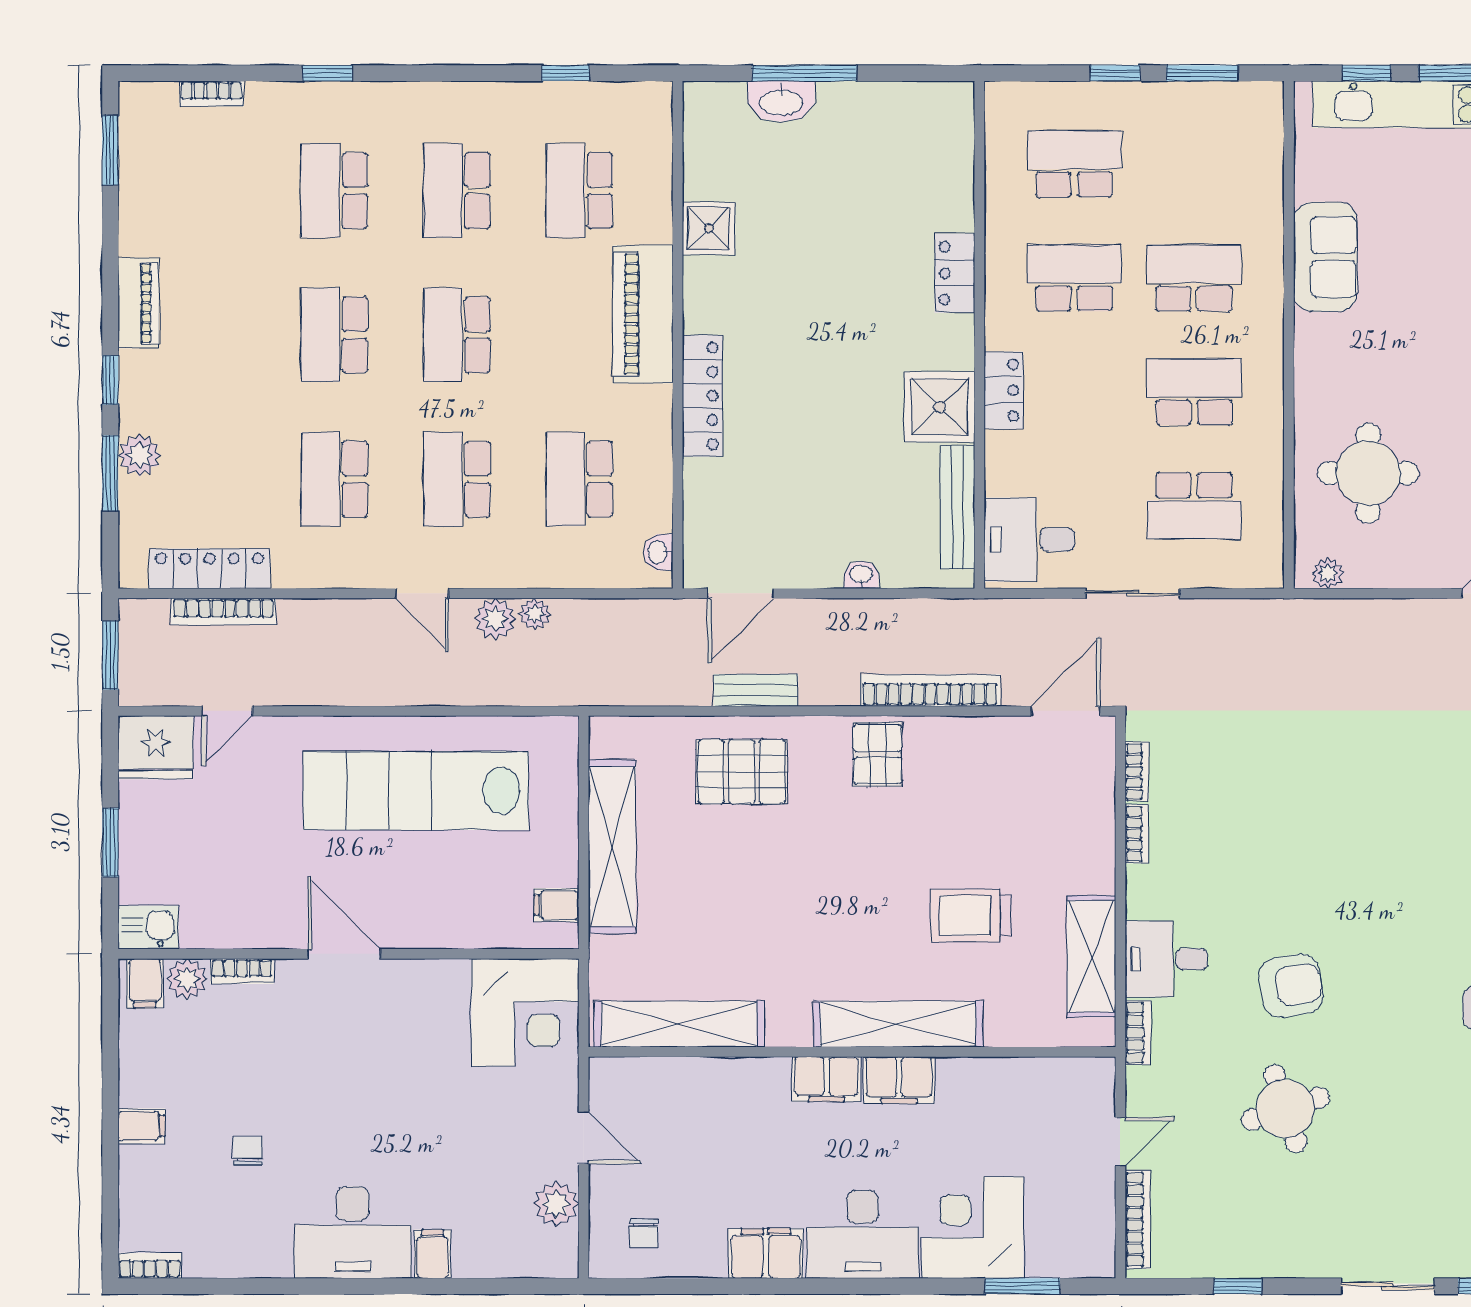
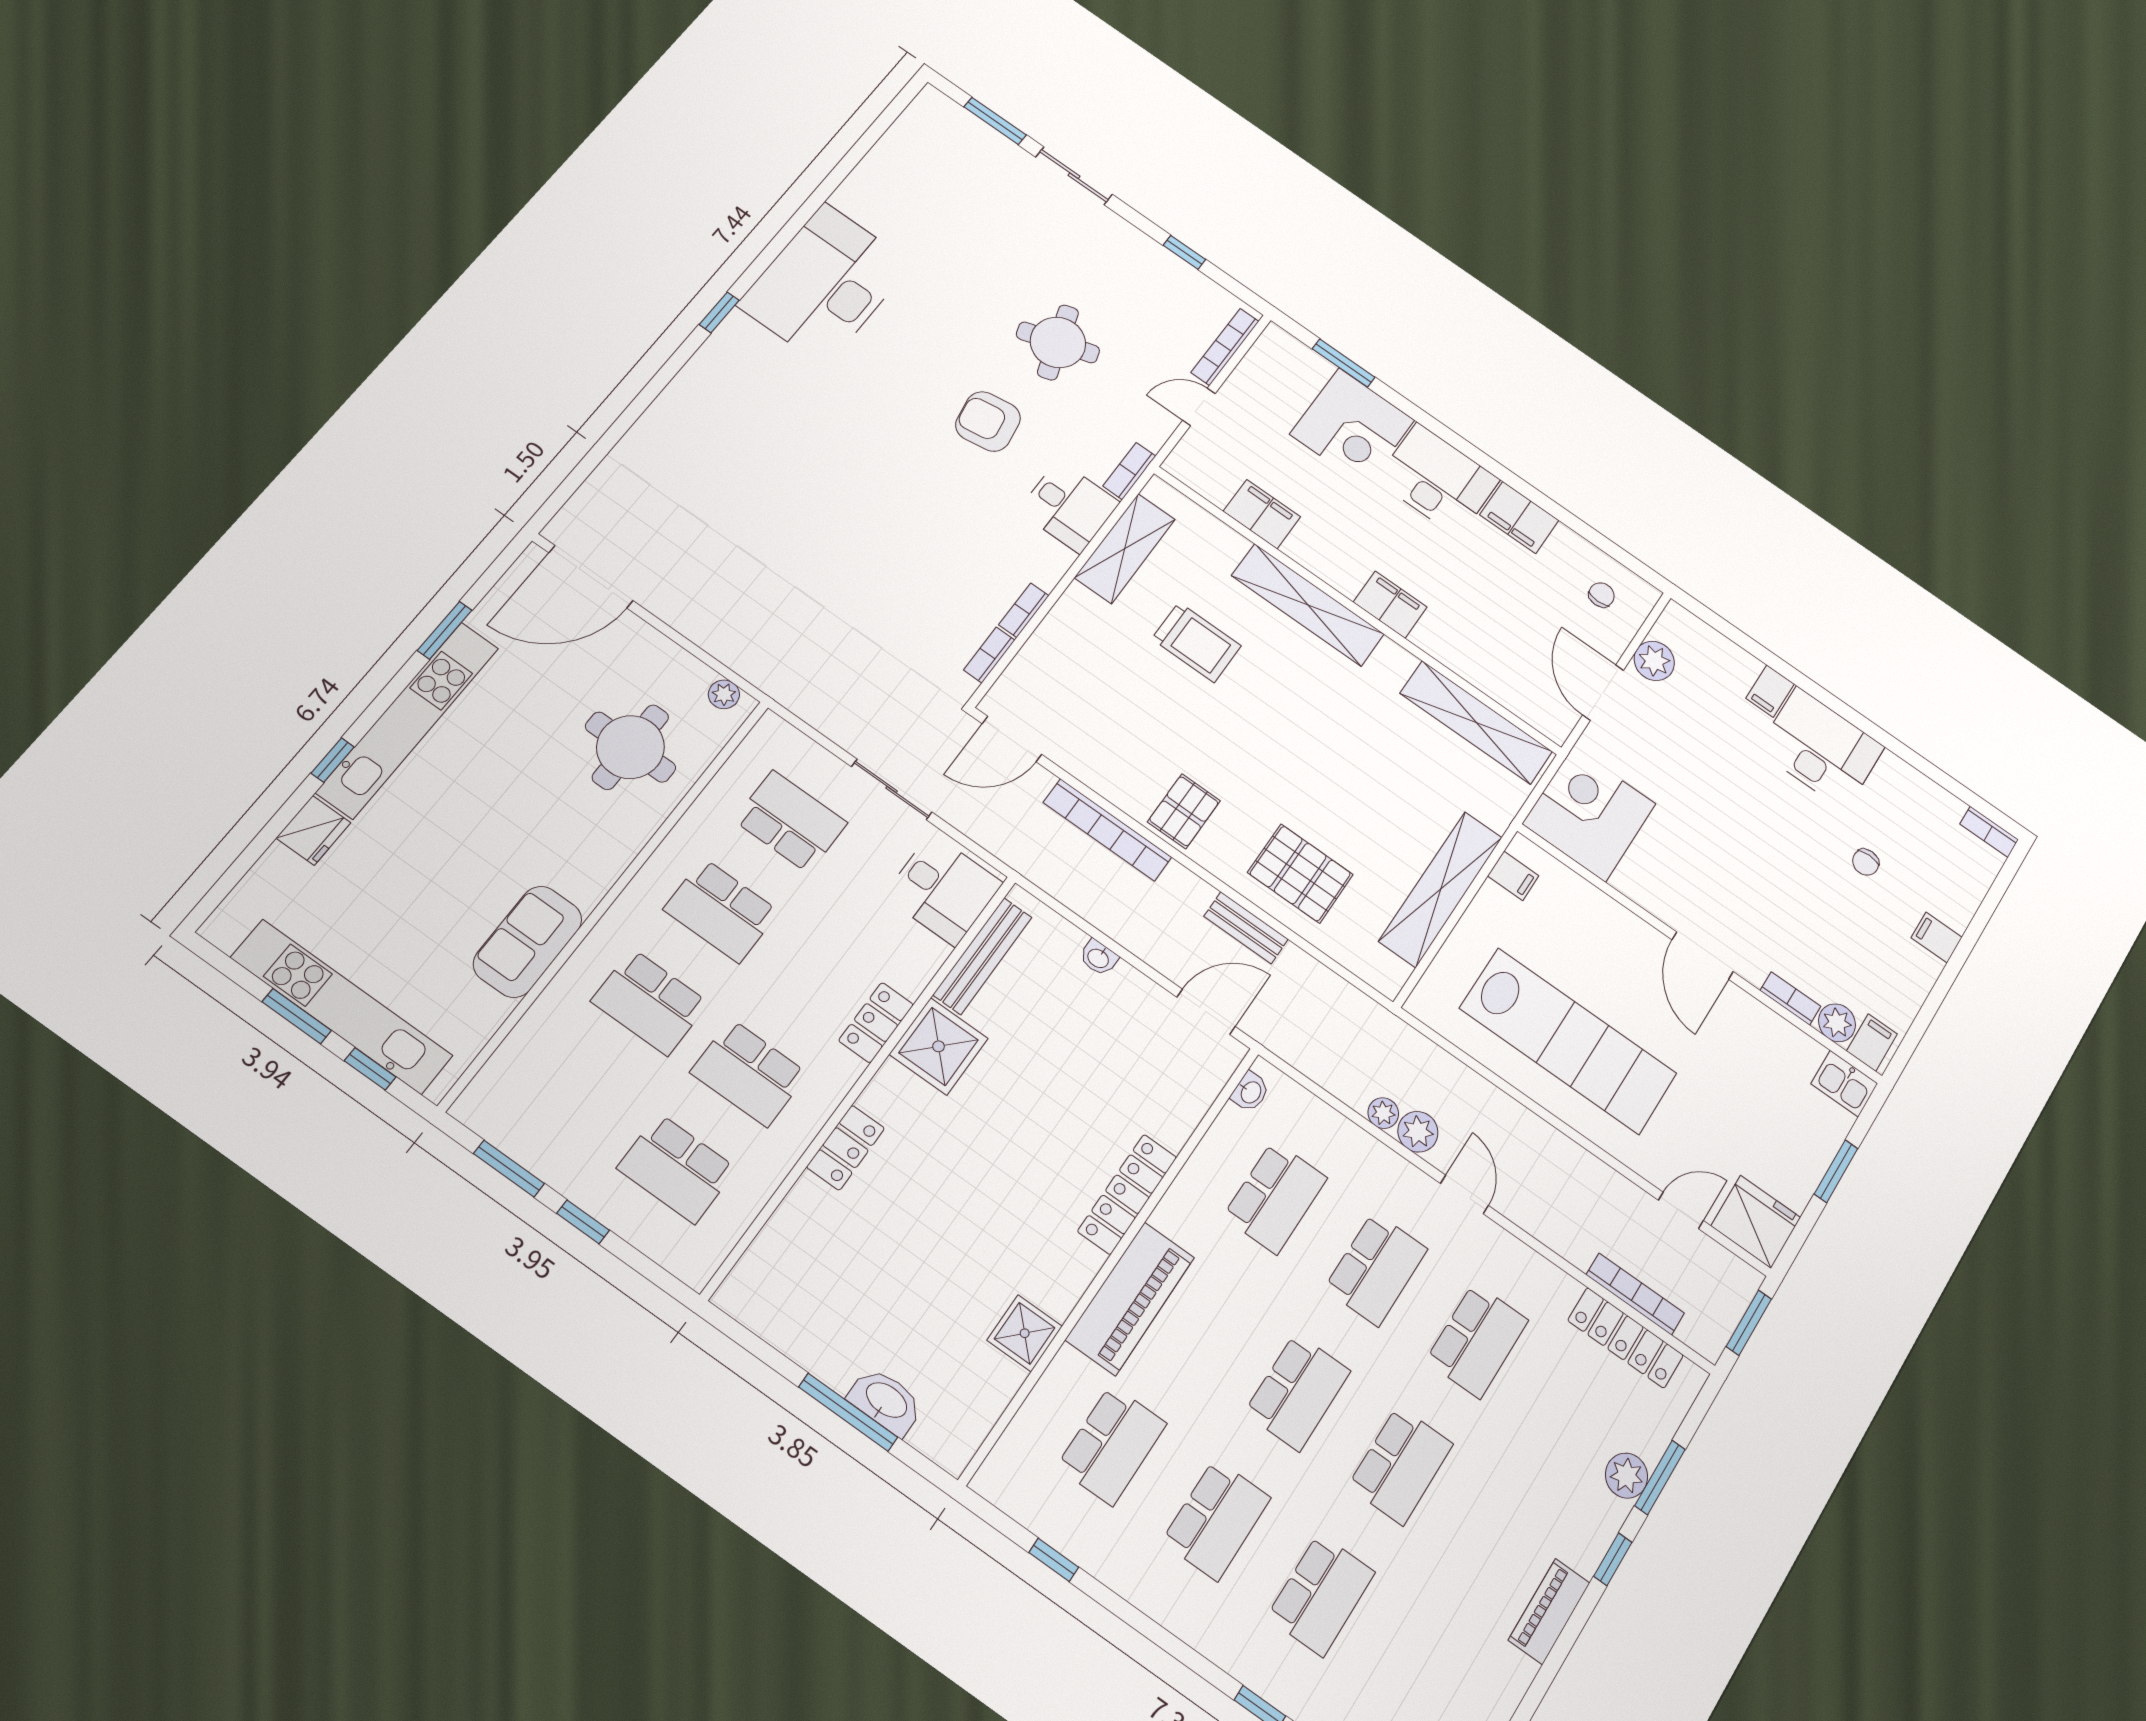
filing cabinet: (899, 1080) -> (1262, 514), moved
door: (584, 1138) -> (1603, 693), width x1.38

